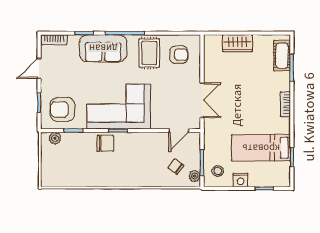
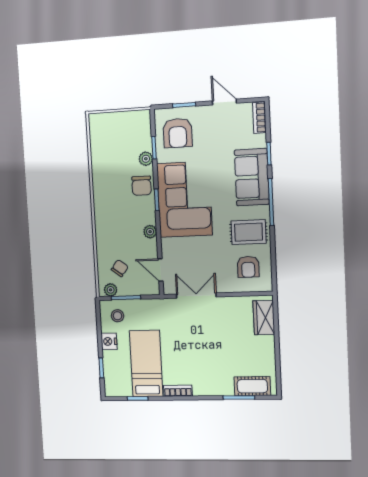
wardrobe: (237, 43) -> (264, 318), moved
double door: (202, 100) -> (196, 296), swing flipped
bookcase: (285, 104) -> (178, 391), moved
armchair: (62, 109) -> (178, 133), turned 180
plant: (55, 138) -> (146, 159), moved
plant: (145, 138) -> (150, 232), added

